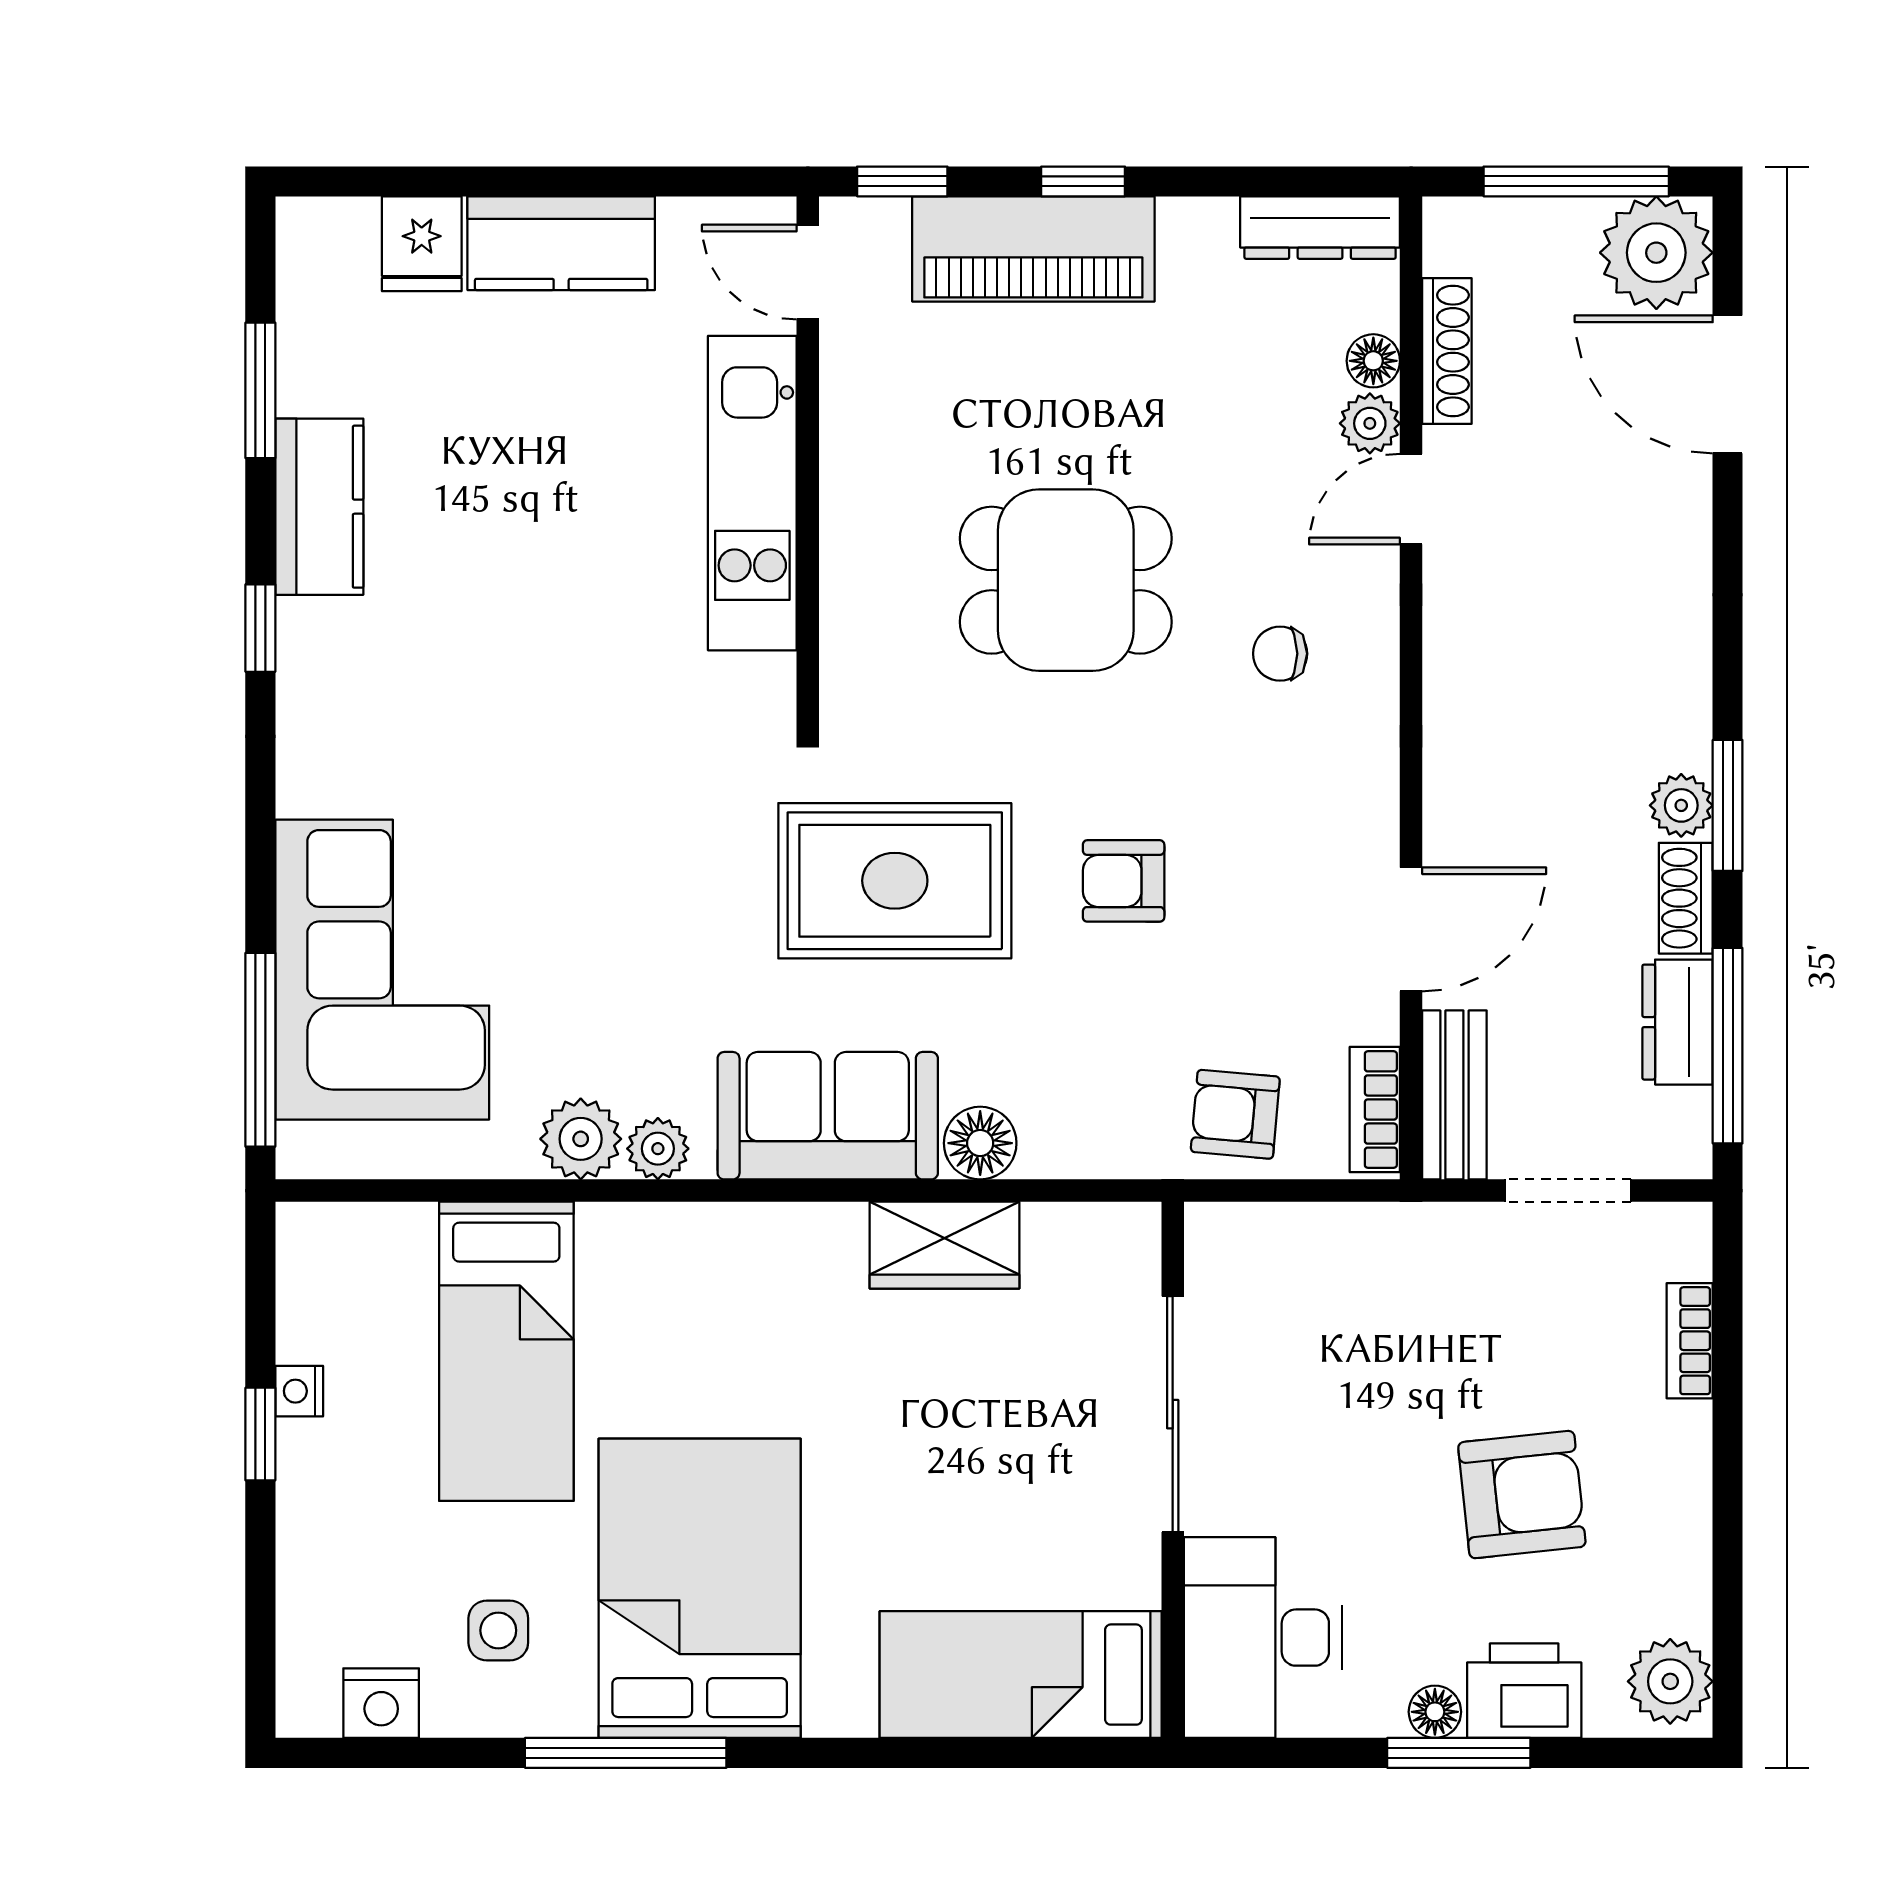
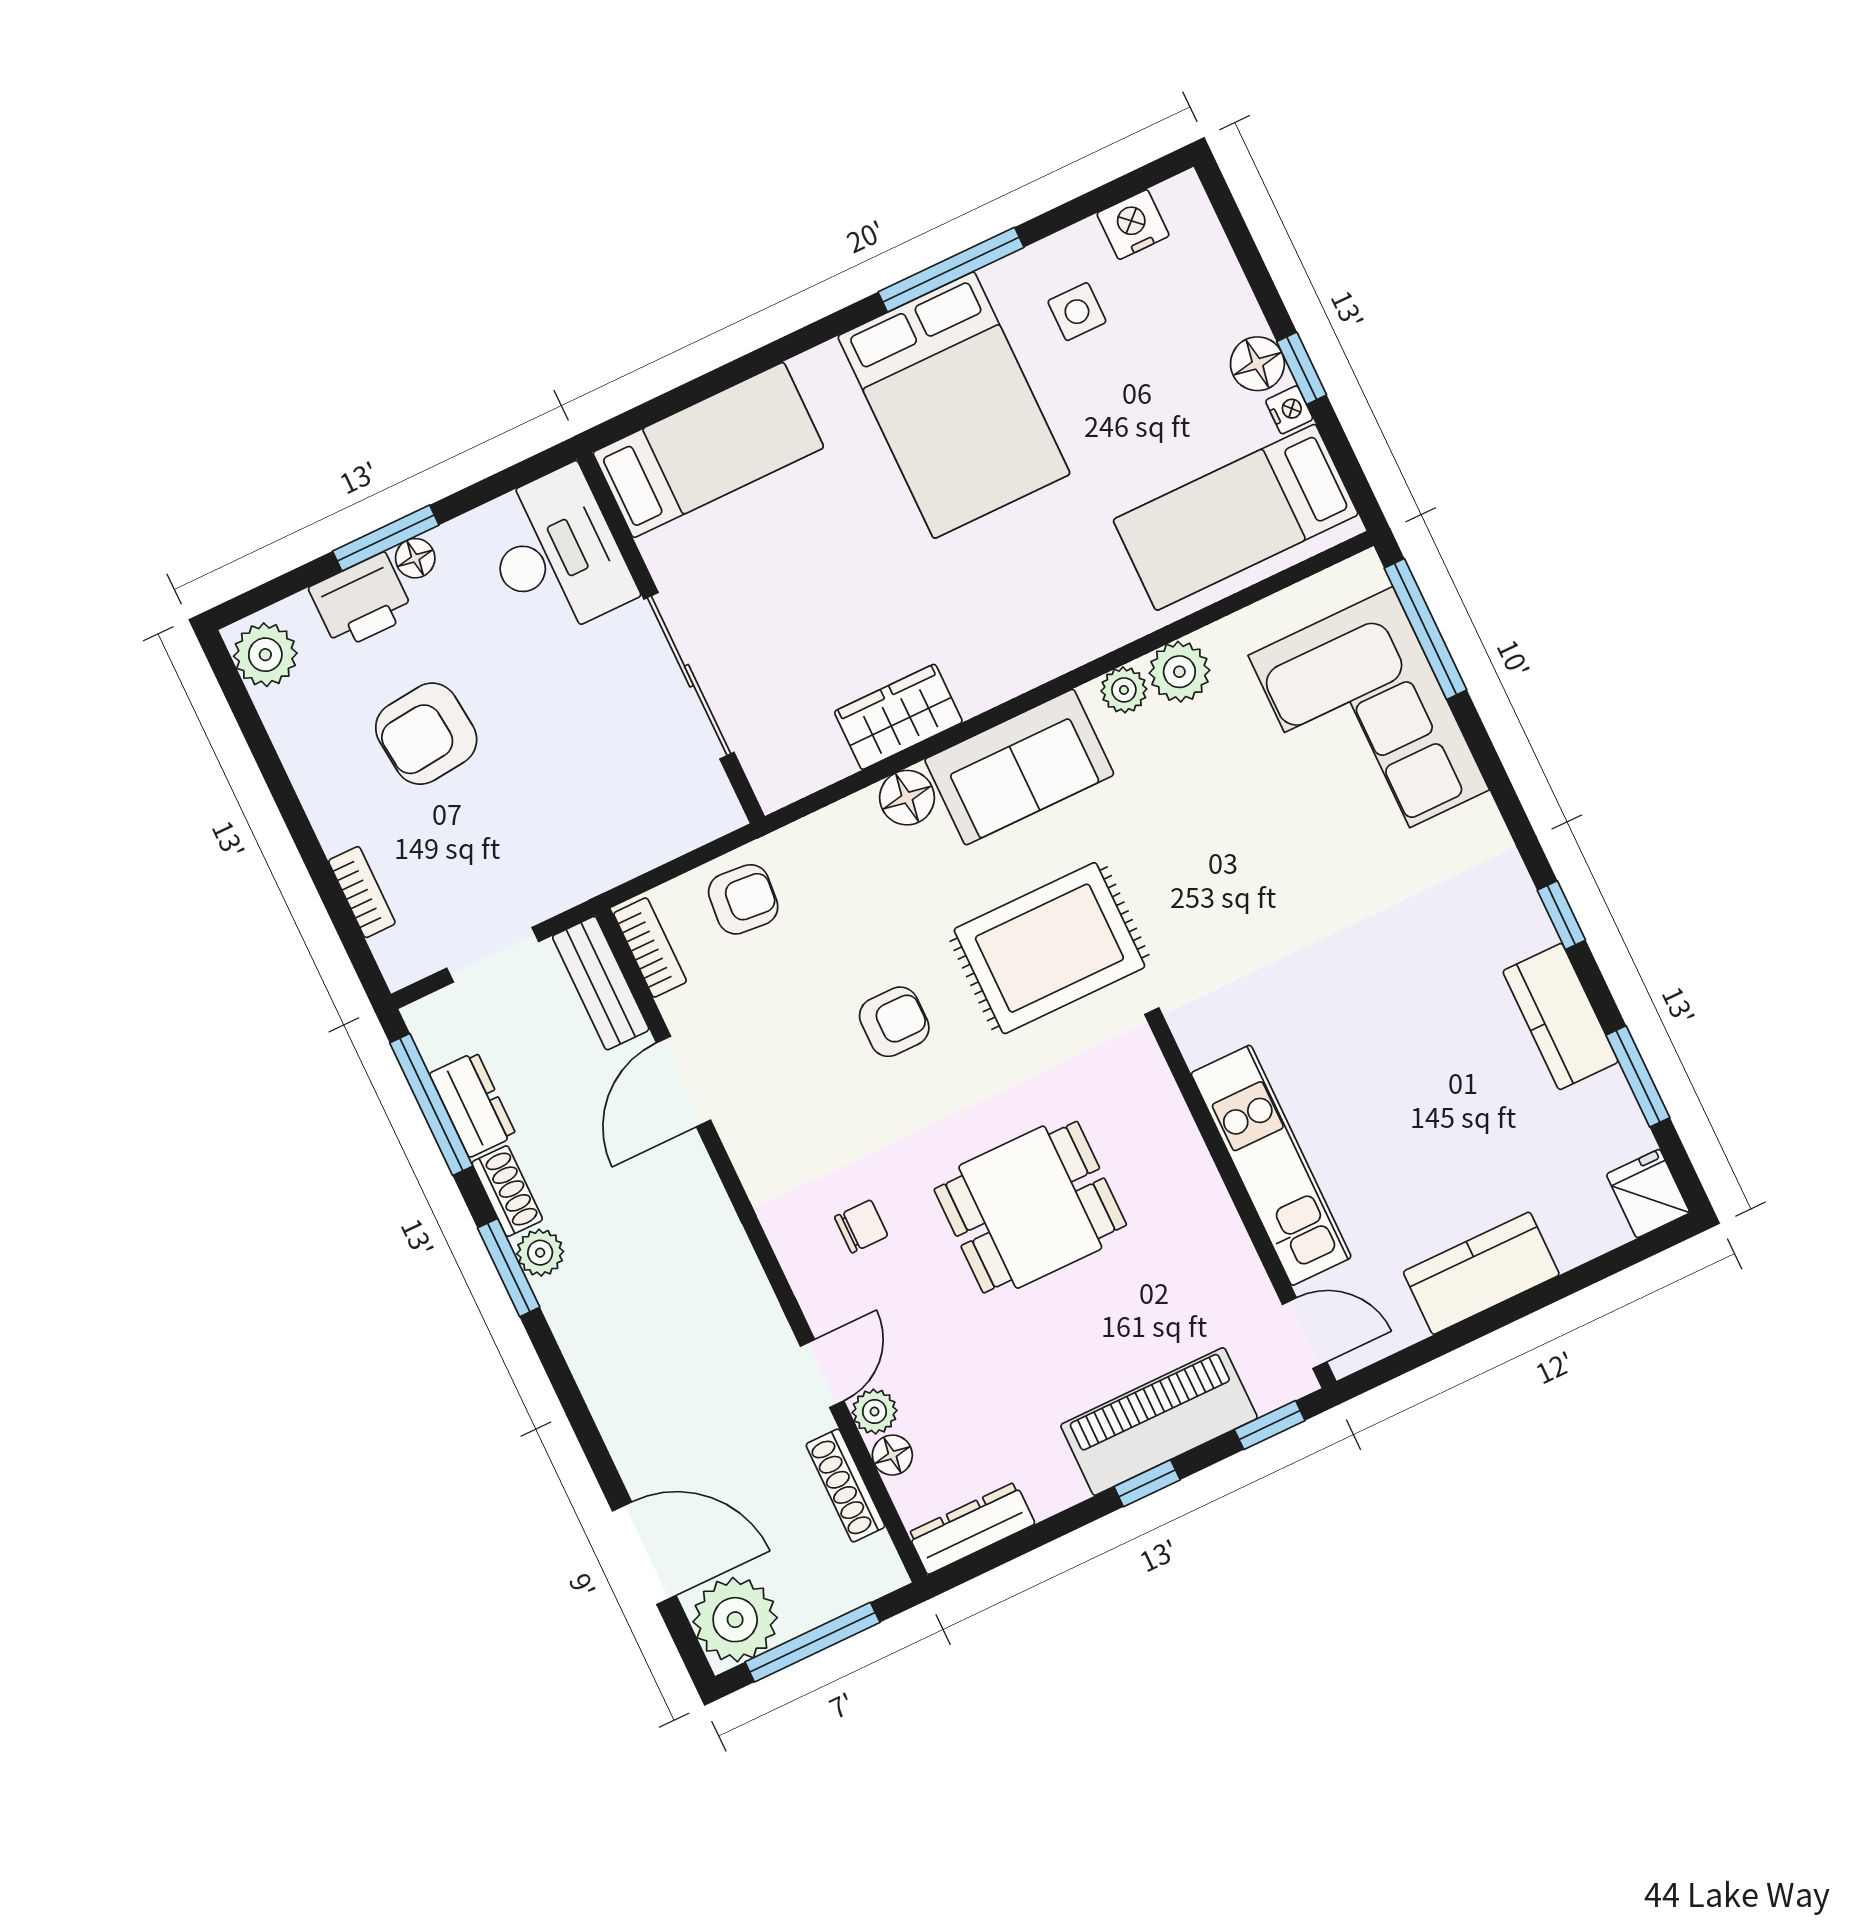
fridge: (422, 244) -> (1648, 1194), moved
bed: (506, 1351) -> (1236, 517), moved, turned -90
floor lamp: (311, 1465) -> (1257, 364), added

